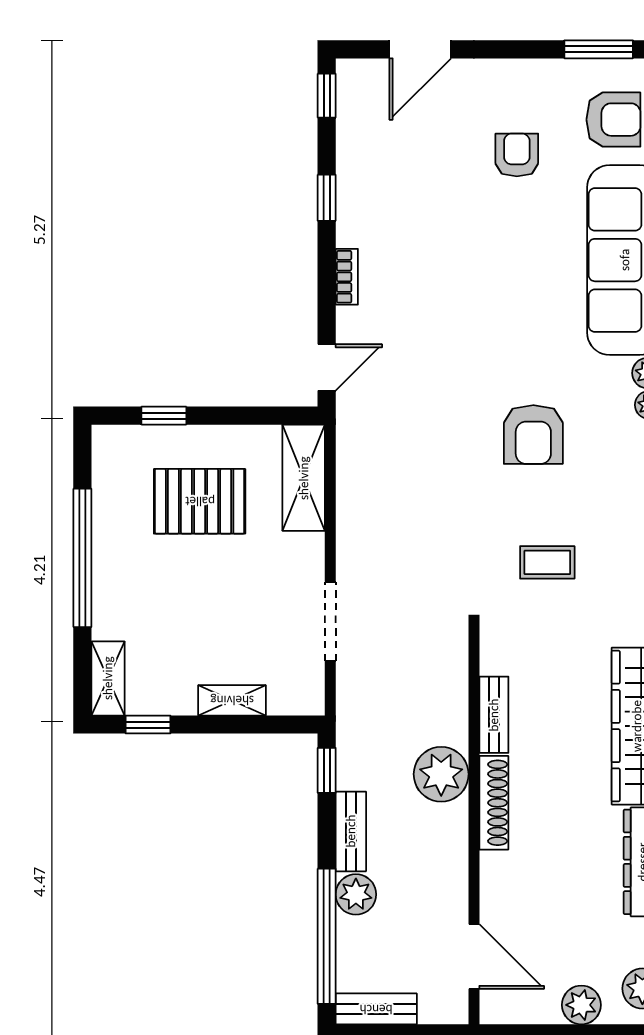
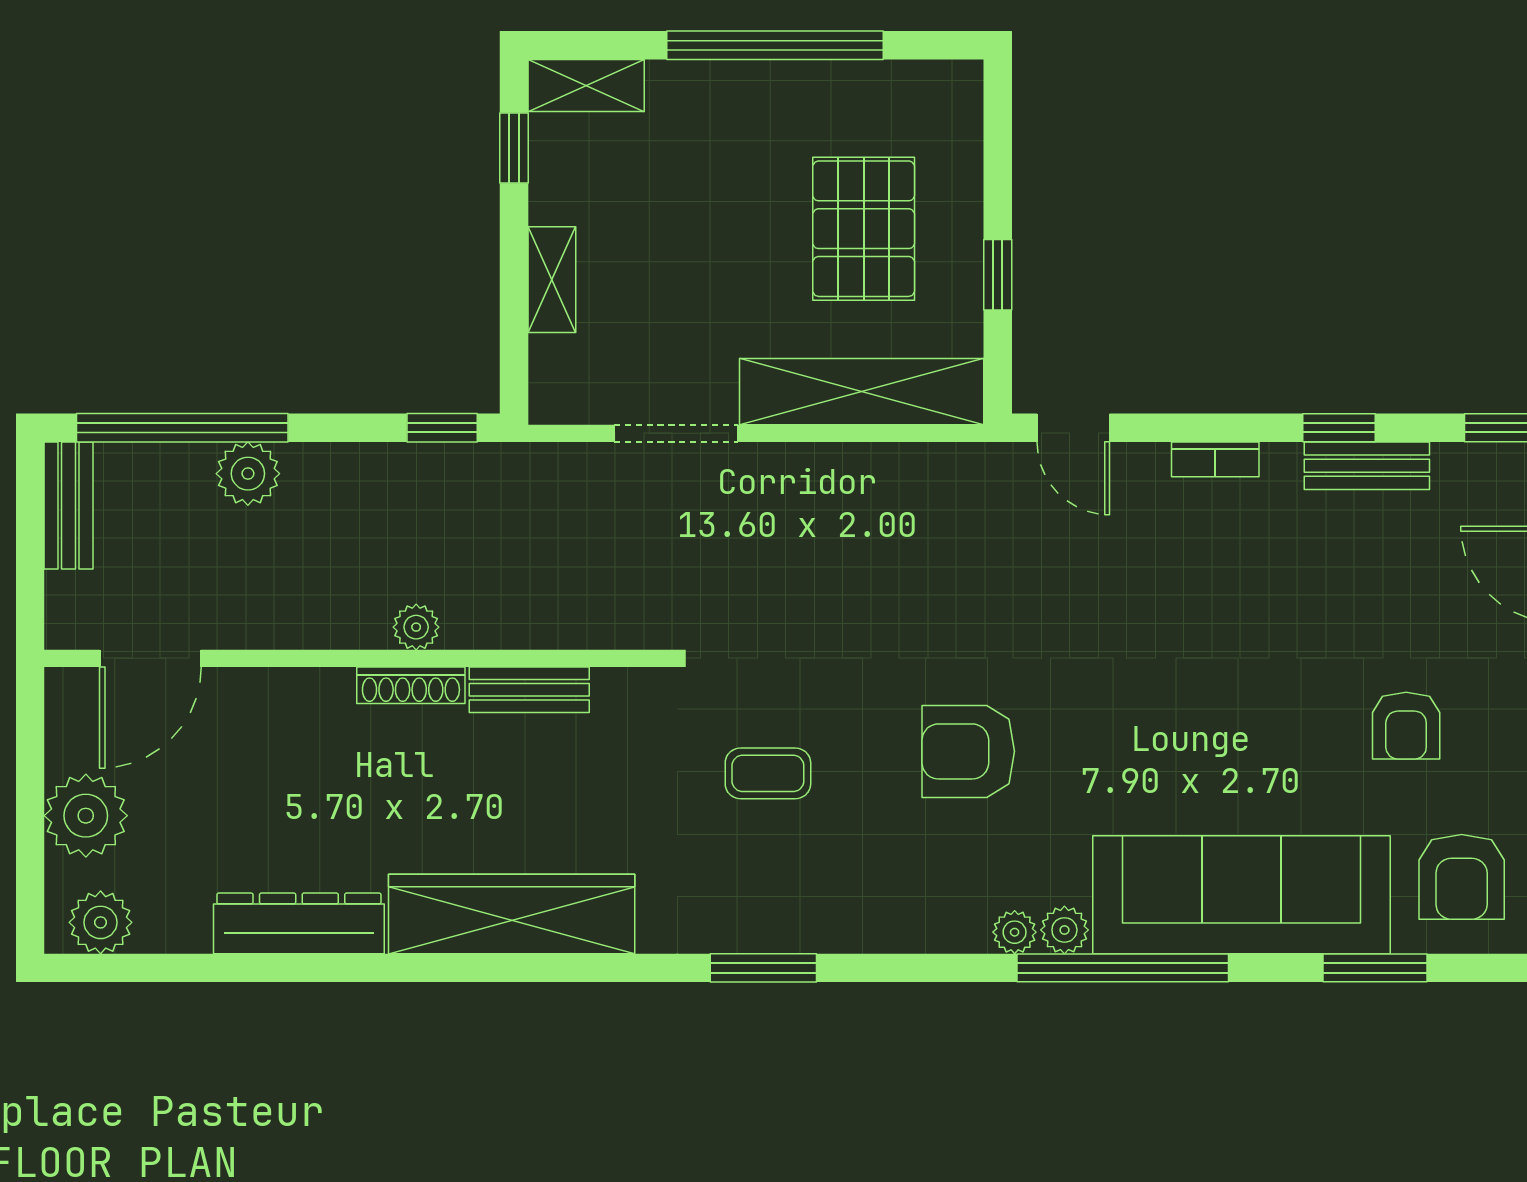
armchair: (517, 155) -> (1406, 726), turned 90
window: (164, 416) -> (998, 275), moved
shelving: (304, 478) -> (862, 392), width x1.47
coffee table: (547, 562) -> (768, 773), turned 90
plant: (441, 774) -> (416, 627), width x0.53, depth x0.53
shoe rack: (494, 803) -> (411, 685), width x0.74, depth x0.81
bench: (351, 831) -> (1367, 466), moved
plant: (581, 1005) -> (86, 816), width x1.36, depth x1.36

